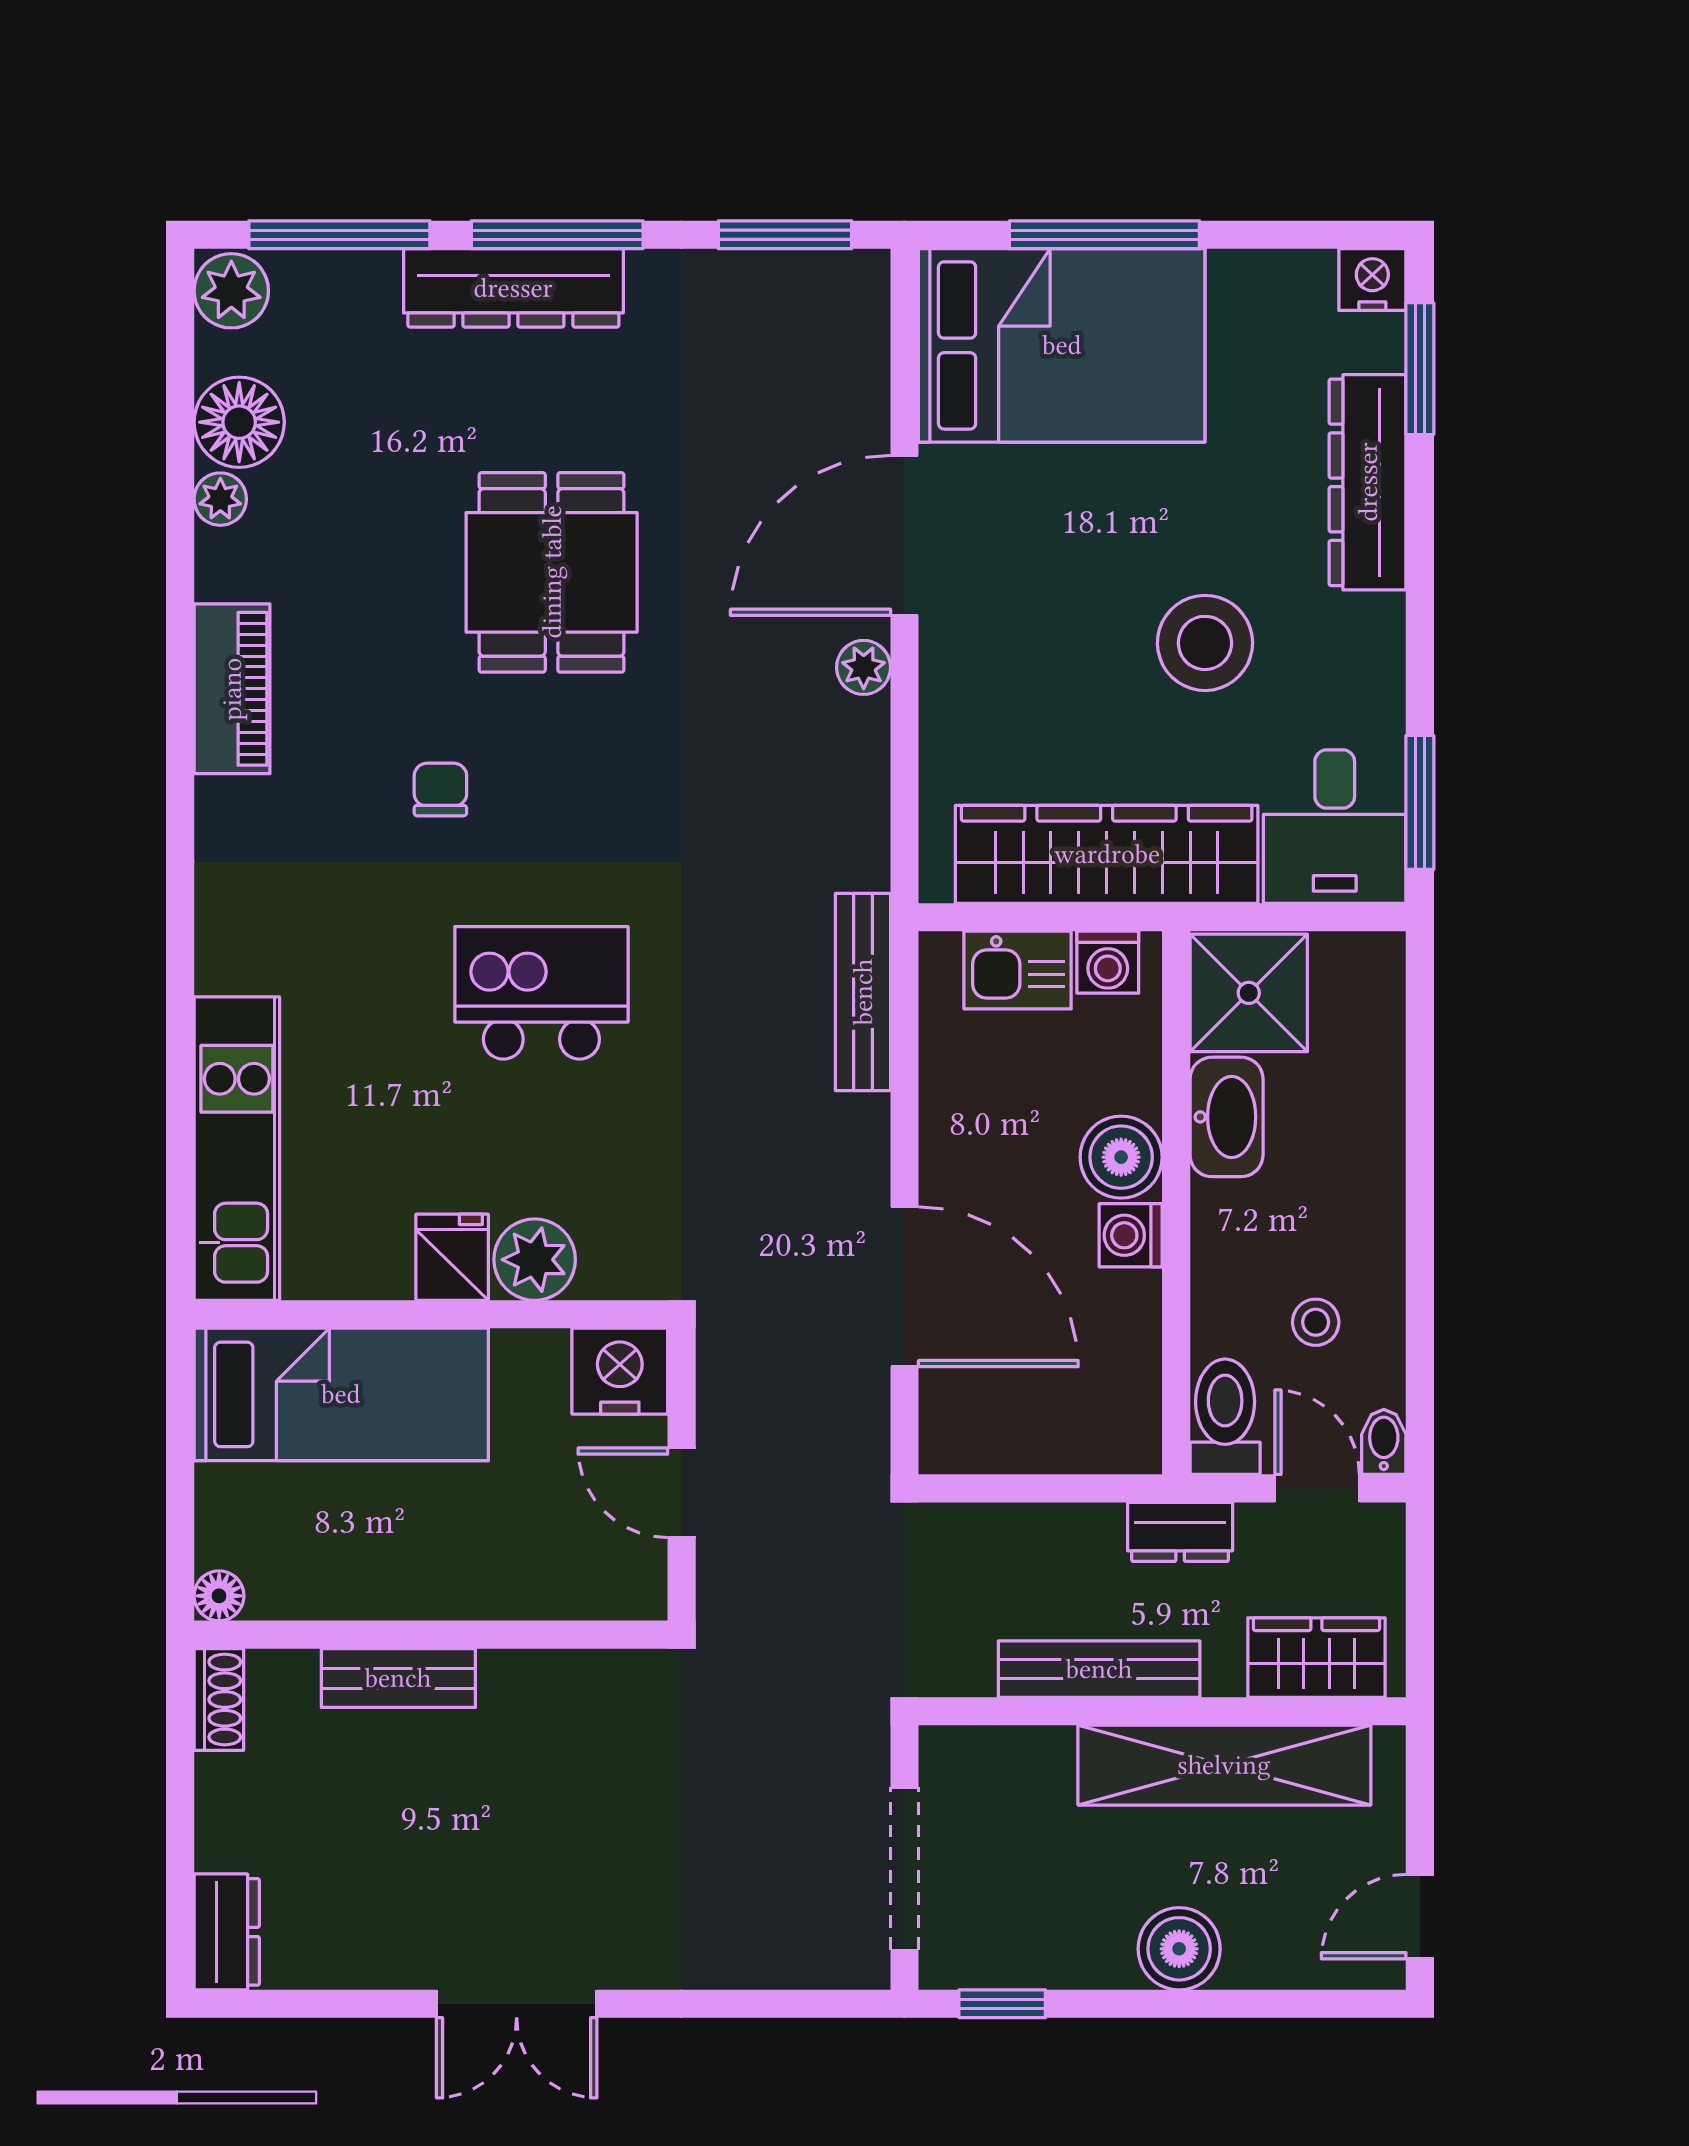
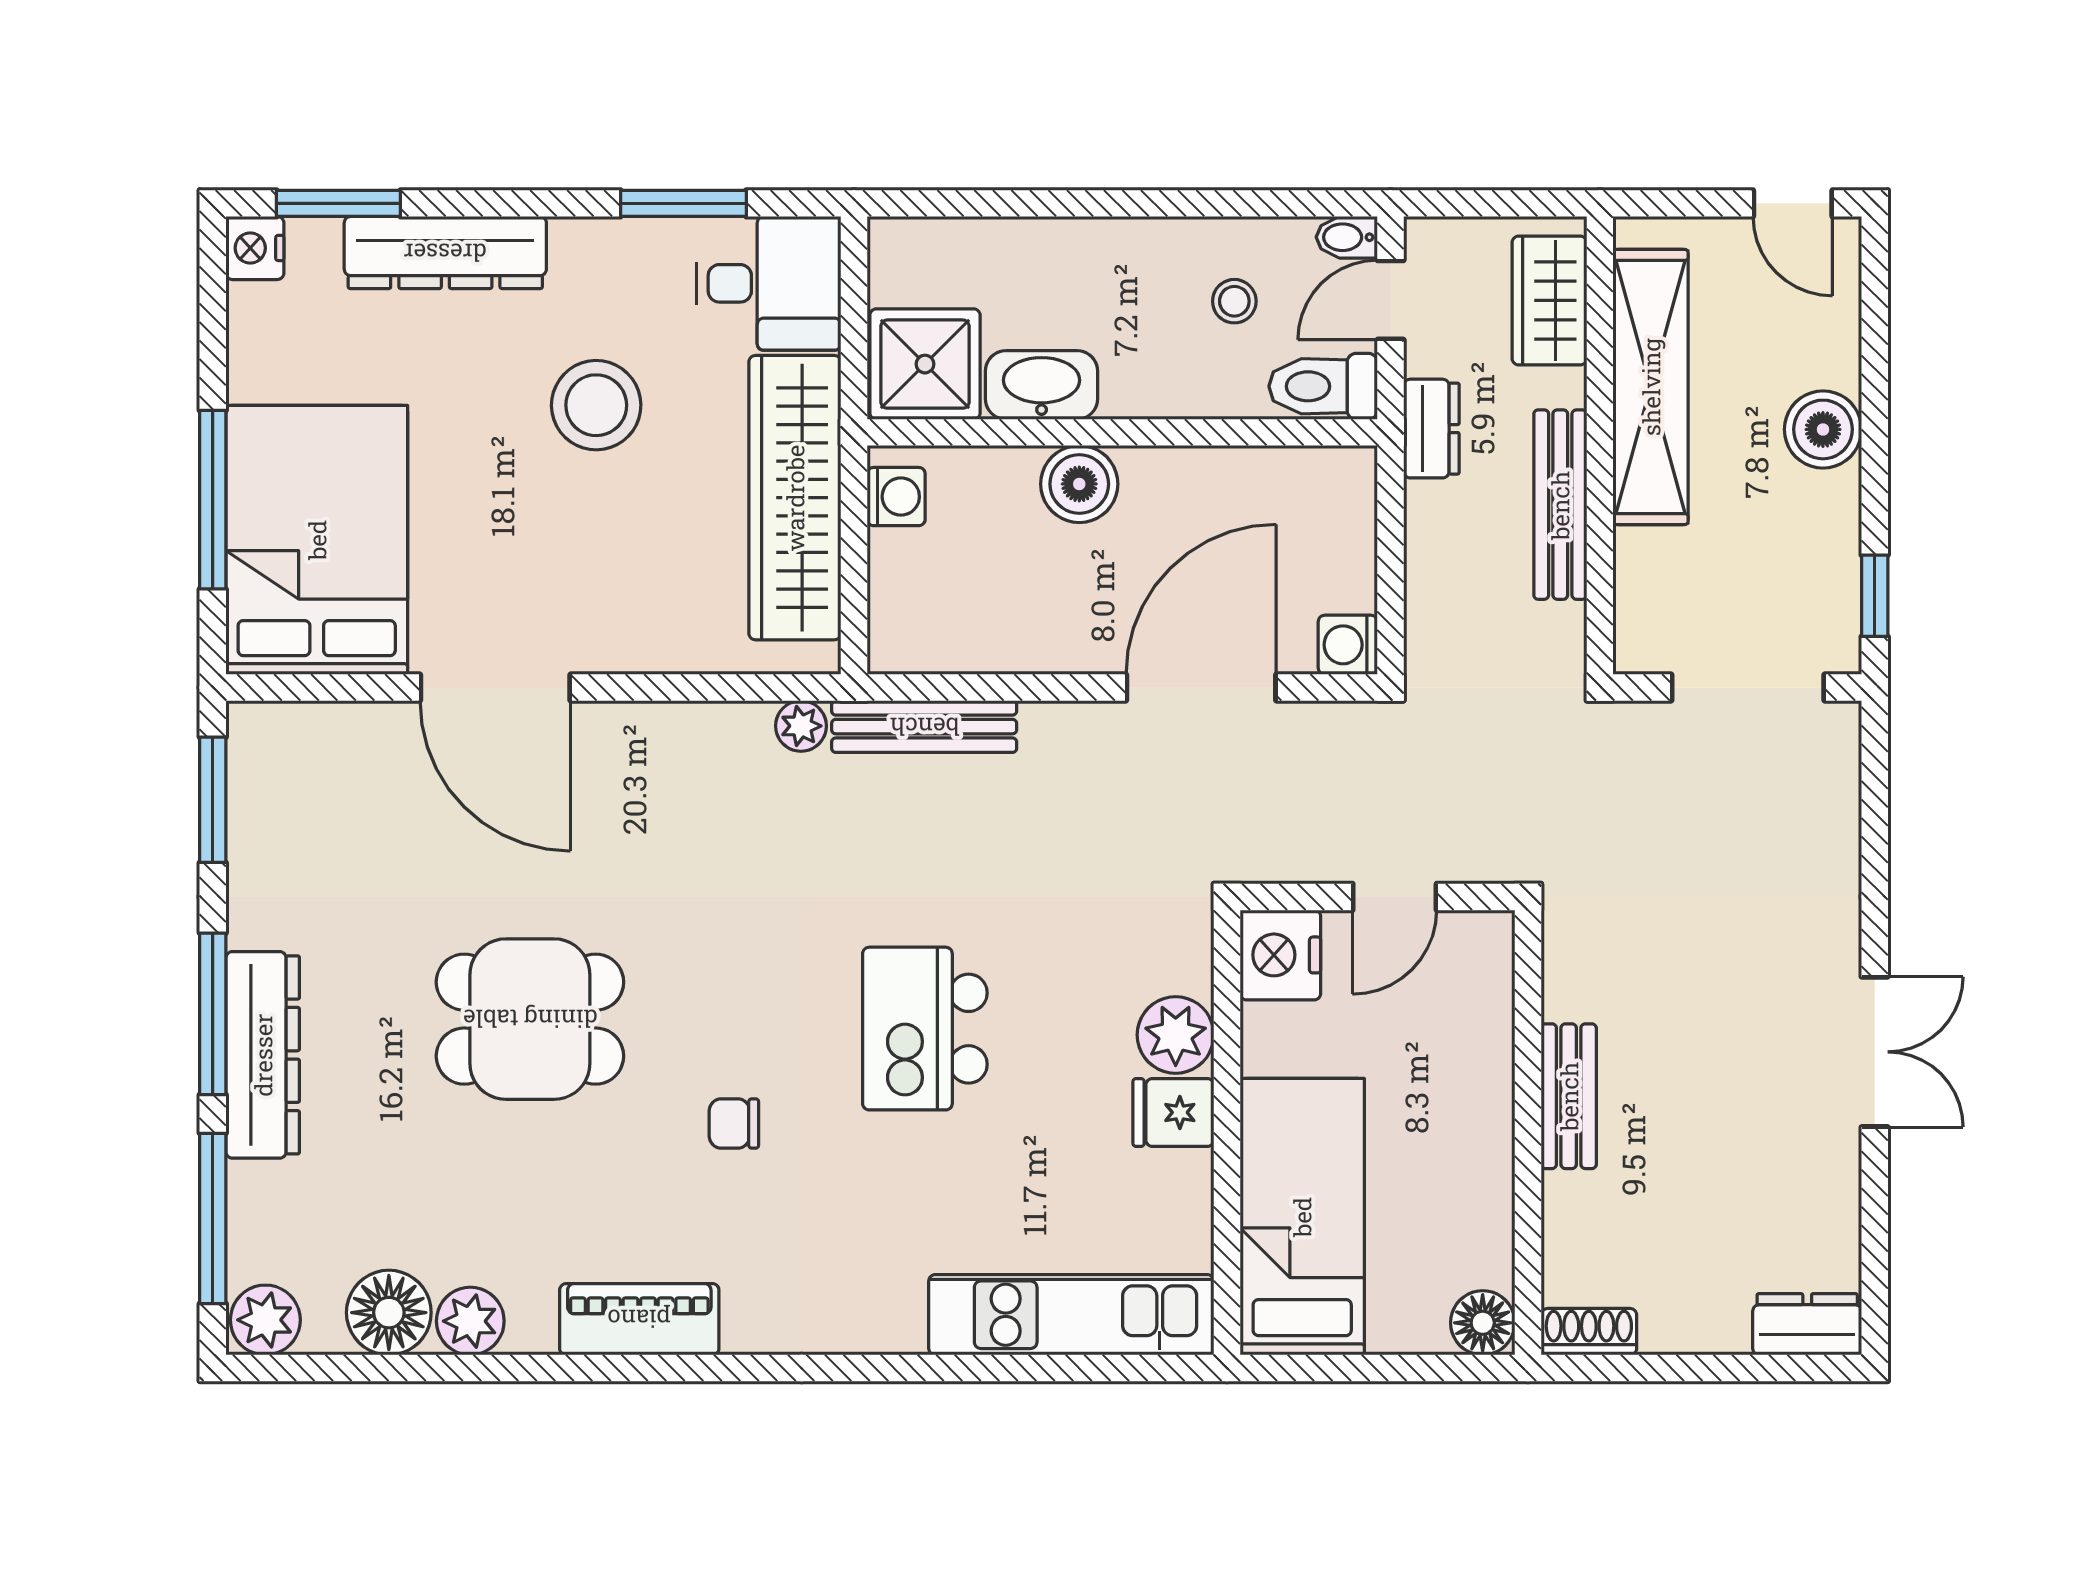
plant: (220, 499) -> (470, 1321), width x1.38, depth x1.38
plant: (864, 667) -> (801, 726), moved
window: (1420, 802) -> (683, 203), moved
kitchen sink: (1018, 970) -> (904, 581), removed
washing machine: (1131, 1235) -> (1348, 645), moved, turned 90
floor lamp: (219, 1596) -> (1483, 1323), width x1.37, depth x1.37
bench: (398, 1678) -> (1569, 1096), moved

